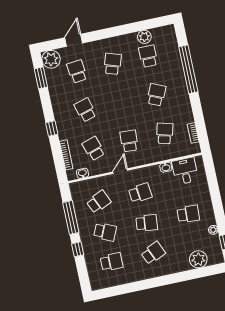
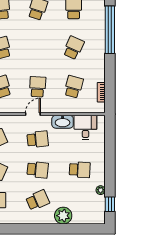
washbasin: (166, 167) -> (63, 122), width x1.91, depth x1.45
door: (120, 171) -> (33, 114), moved
plant: (198, 259) -> (63, 216), moved

